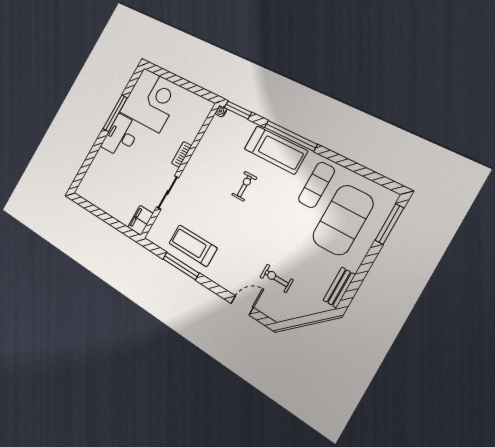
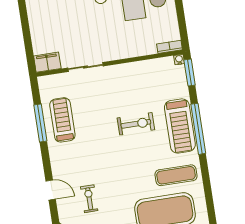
bookcase: (181, 154) -> (170, 47), moved
exercise bike: (244, 186) -> (136, 124), width x1.38, depth x1.39

